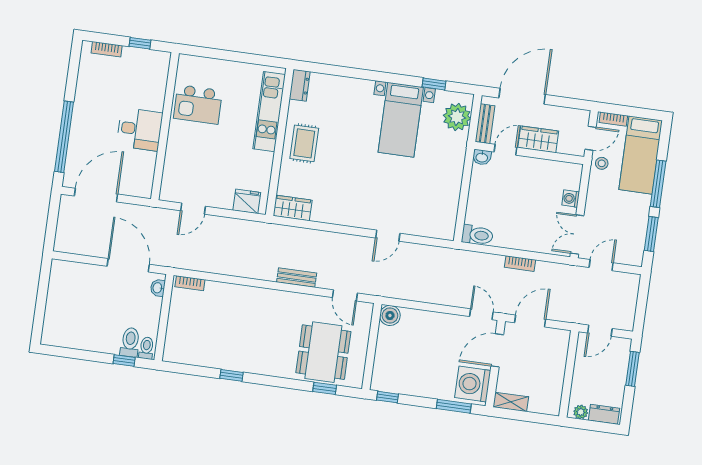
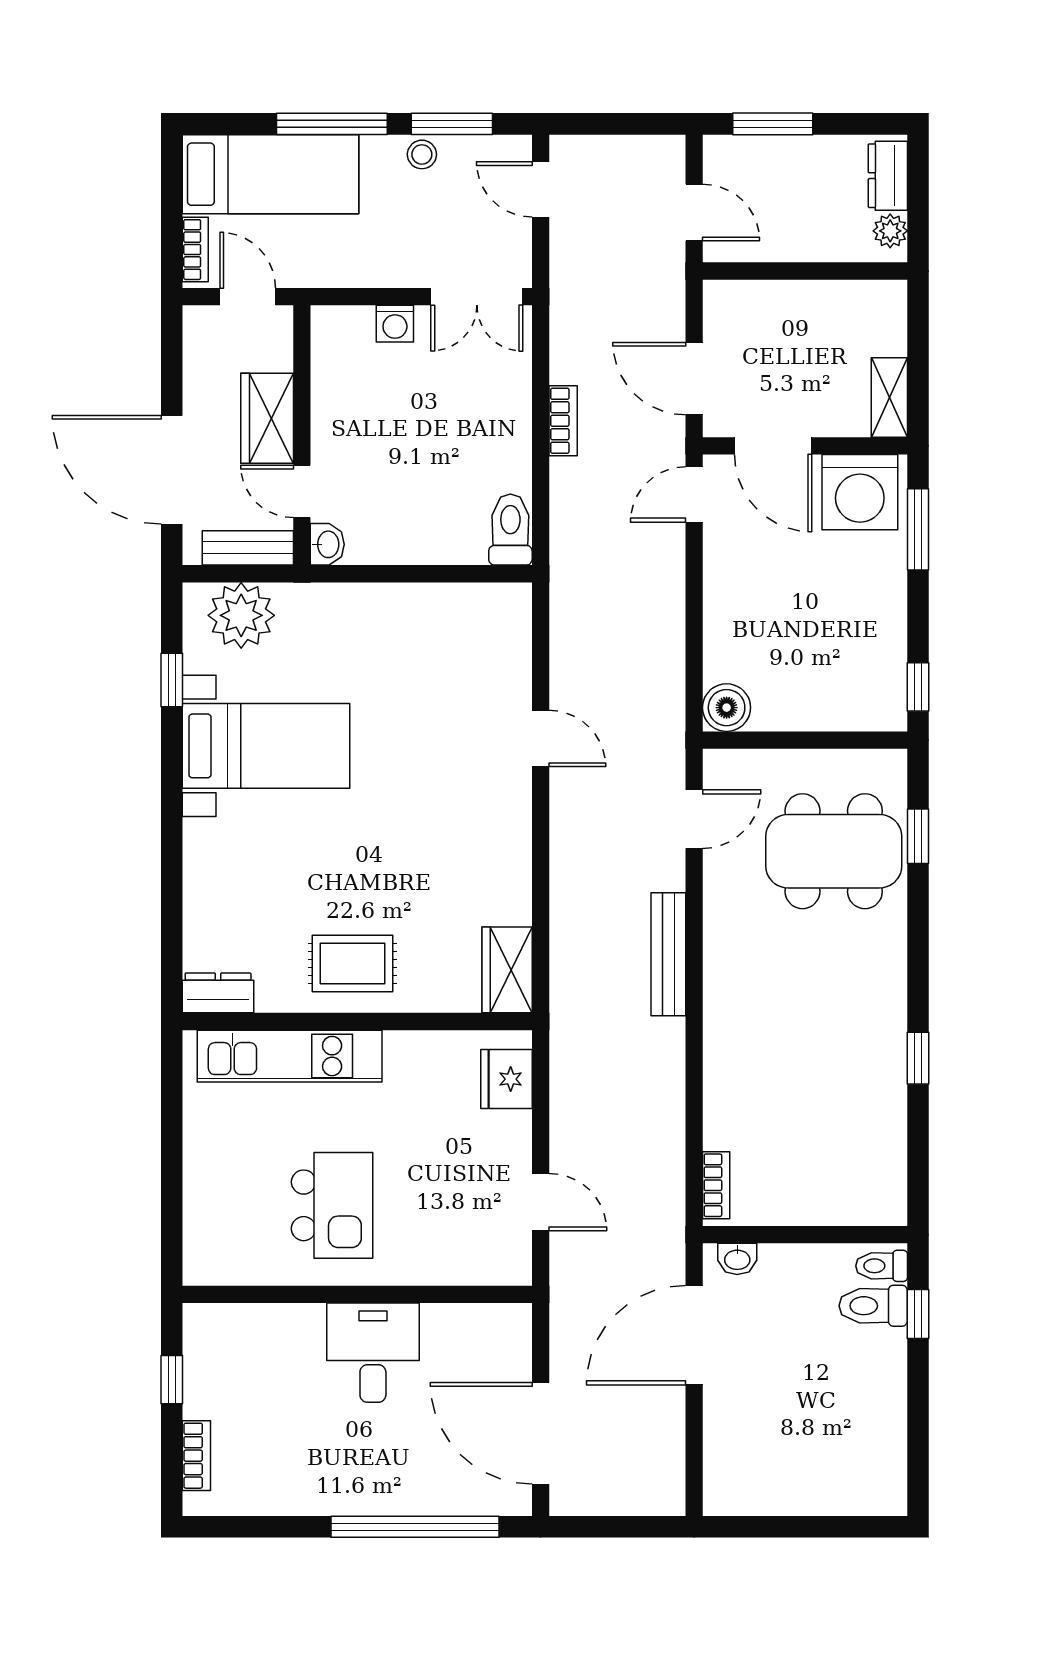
kitchen island: (198, 104) -> (332, 1205), moved
stool: (602, 163) -> (422, 154), moved
door: (601, 265) -> (541, 189), moved
bench: (297, 278) -> (668, 954), width x1.36

